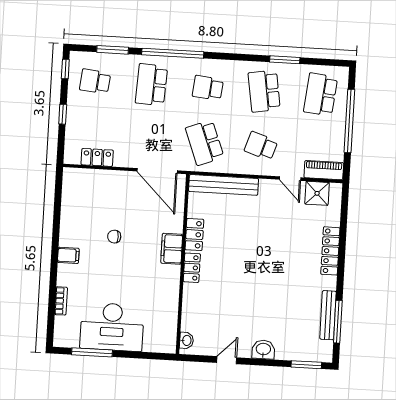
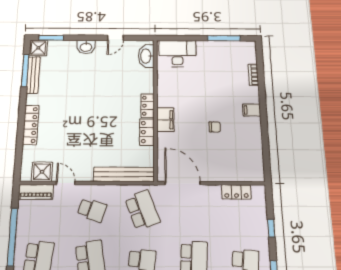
desk: (112, 327) -> (177, 54), moved, width x0.73, depth x0.77
washbasin: (186, 340) -> (146, 56), width x1.91, depth x1.45
shower: (322, 351) -> (38, 48), added

